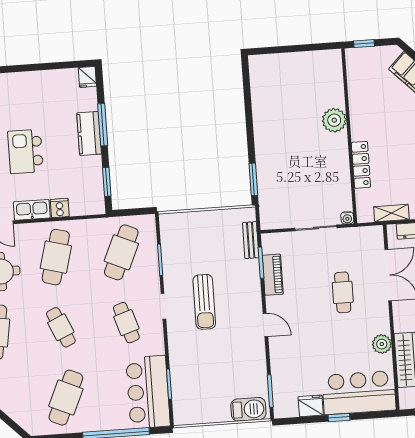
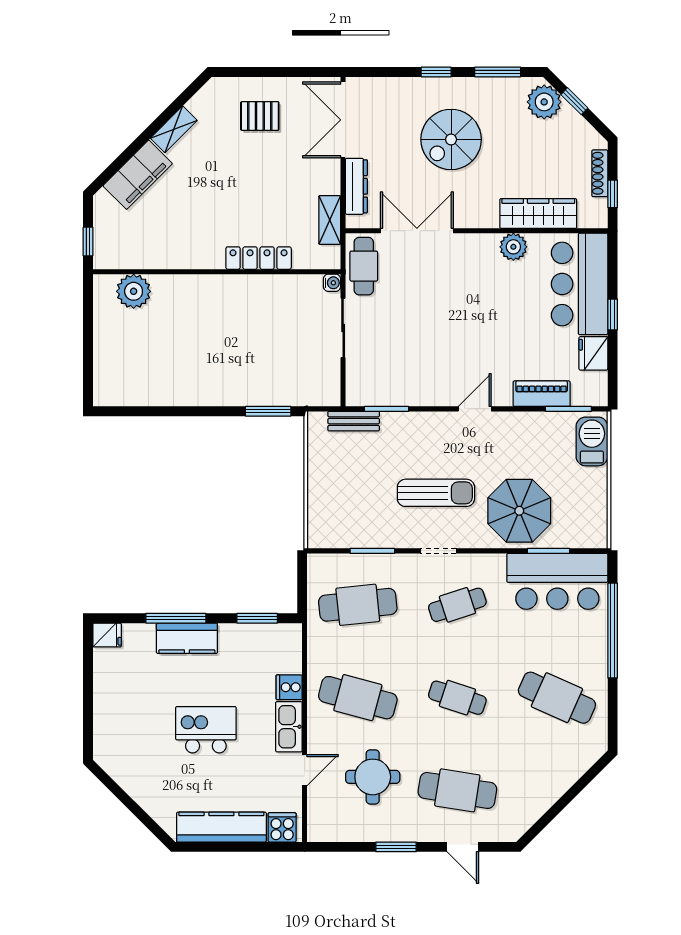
plant: (334, 120) -> (134, 291), moved
kitchen island: (26, 151) -> (206, 730), turned 180
cafe table: (121, 252) -> (358, 605), turned -30
piano: (273, 275) -> (542, 394), moved
cafe table: (343, 292) -> (364, 266), moved, turned 90
cafe table: (61, 327) -> (457, 698), turned 42
parasol: (196, 362) -> (519, 511), added

